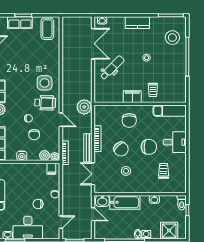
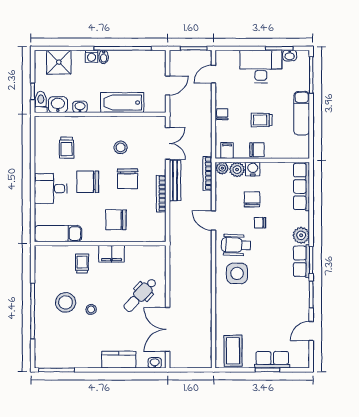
kitchen counter: (137, 23) -> (119, 360), moved
stool: (172, 38) -> (66, 302), moved
plant: (84, 107) -> (180, 239), removed
chair: (129, 120) -> (116, 220), turned -90
chair: (121, 149) -> (128, 179), turned -137
water cooler: (22, 156) -> (253, 169), moved
trolley: (27, 190) -> (262, 120), added
washbasin: (102, 201) -> (58, 105), moved
chair: (38, 204) -> (257, 150), moved
door: (93, 214) -> (168, 85), swing flipped

